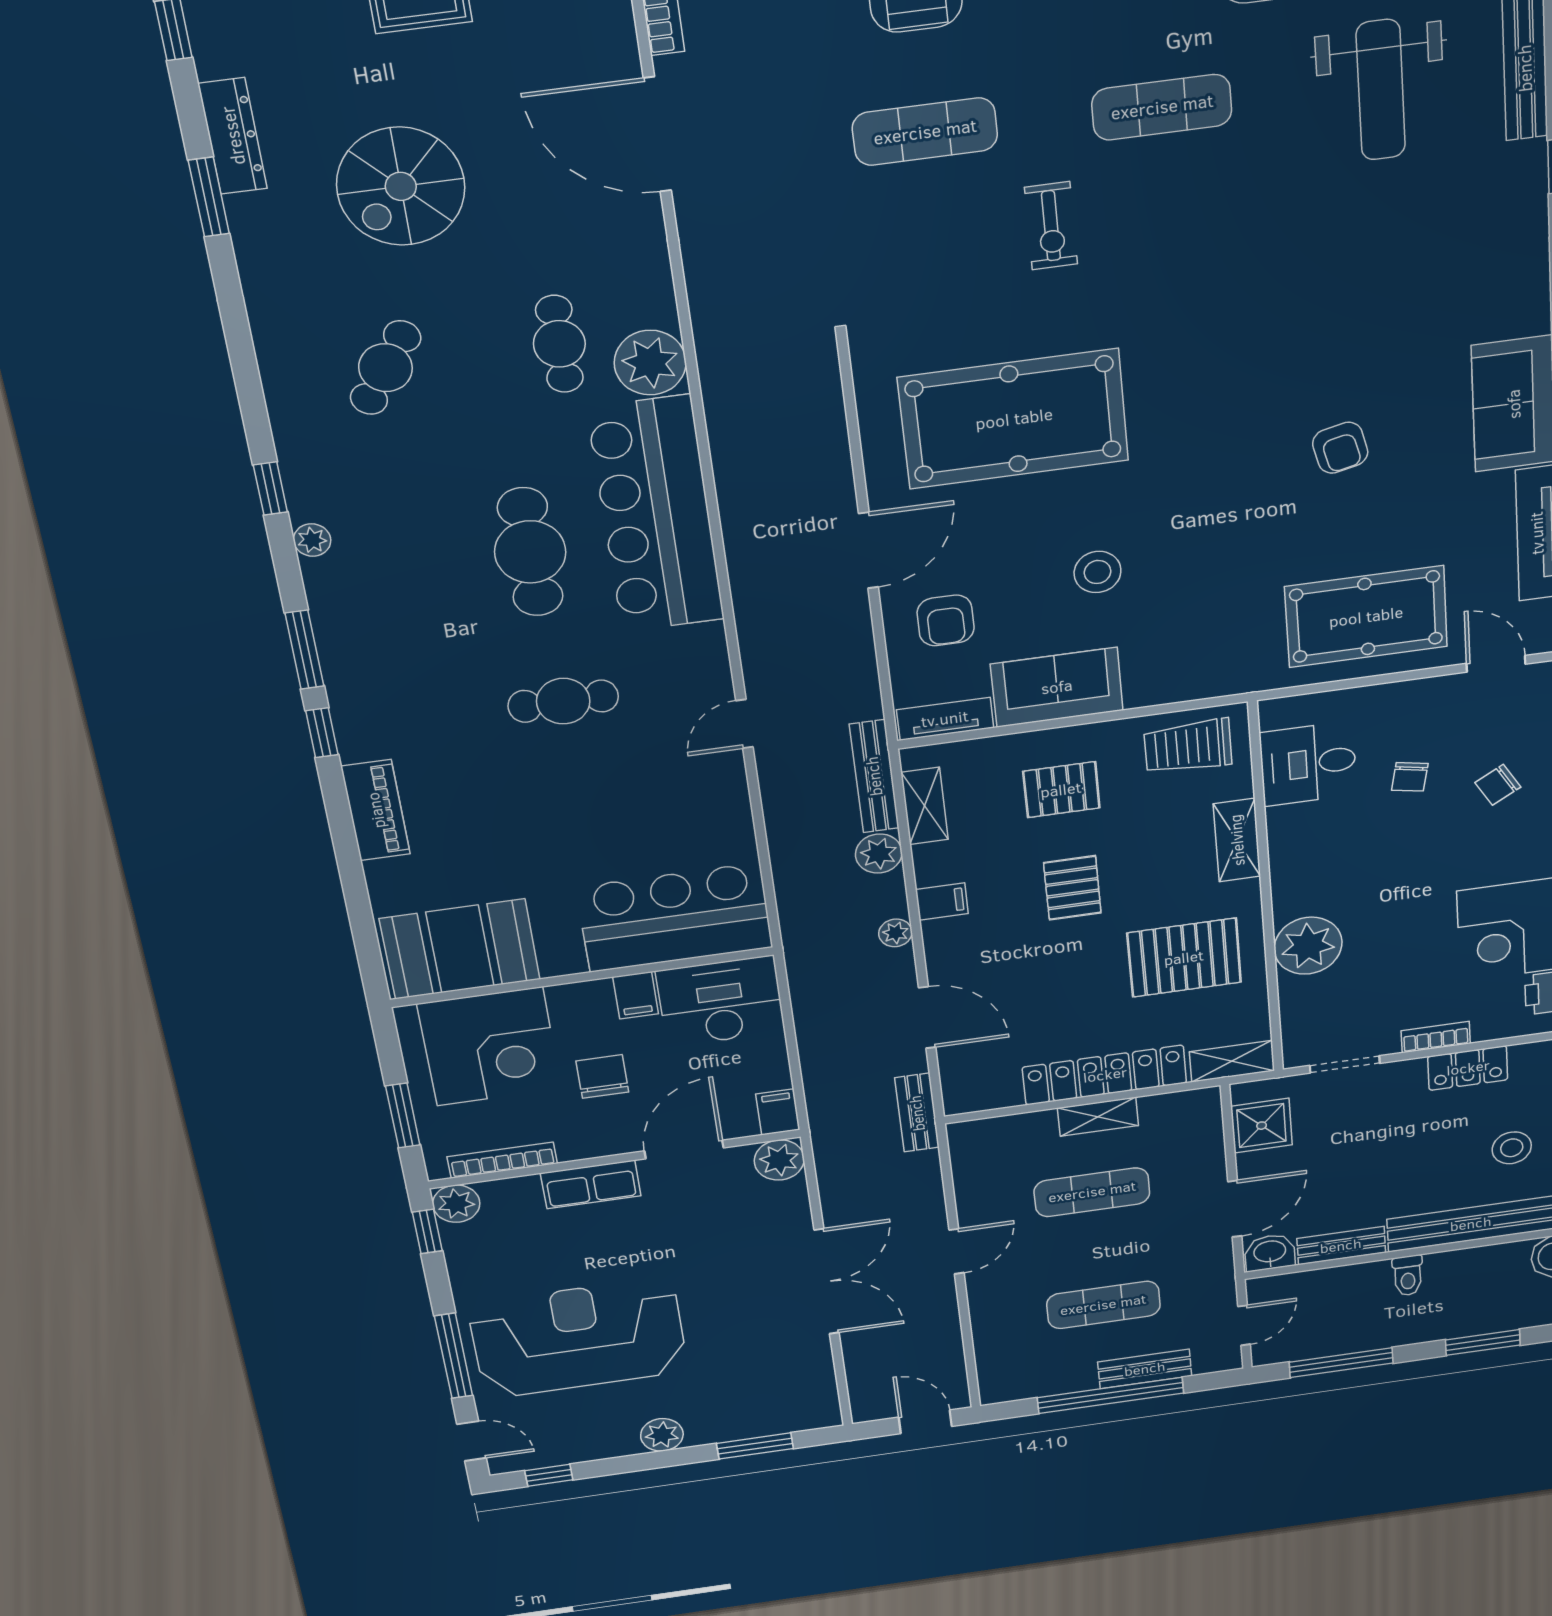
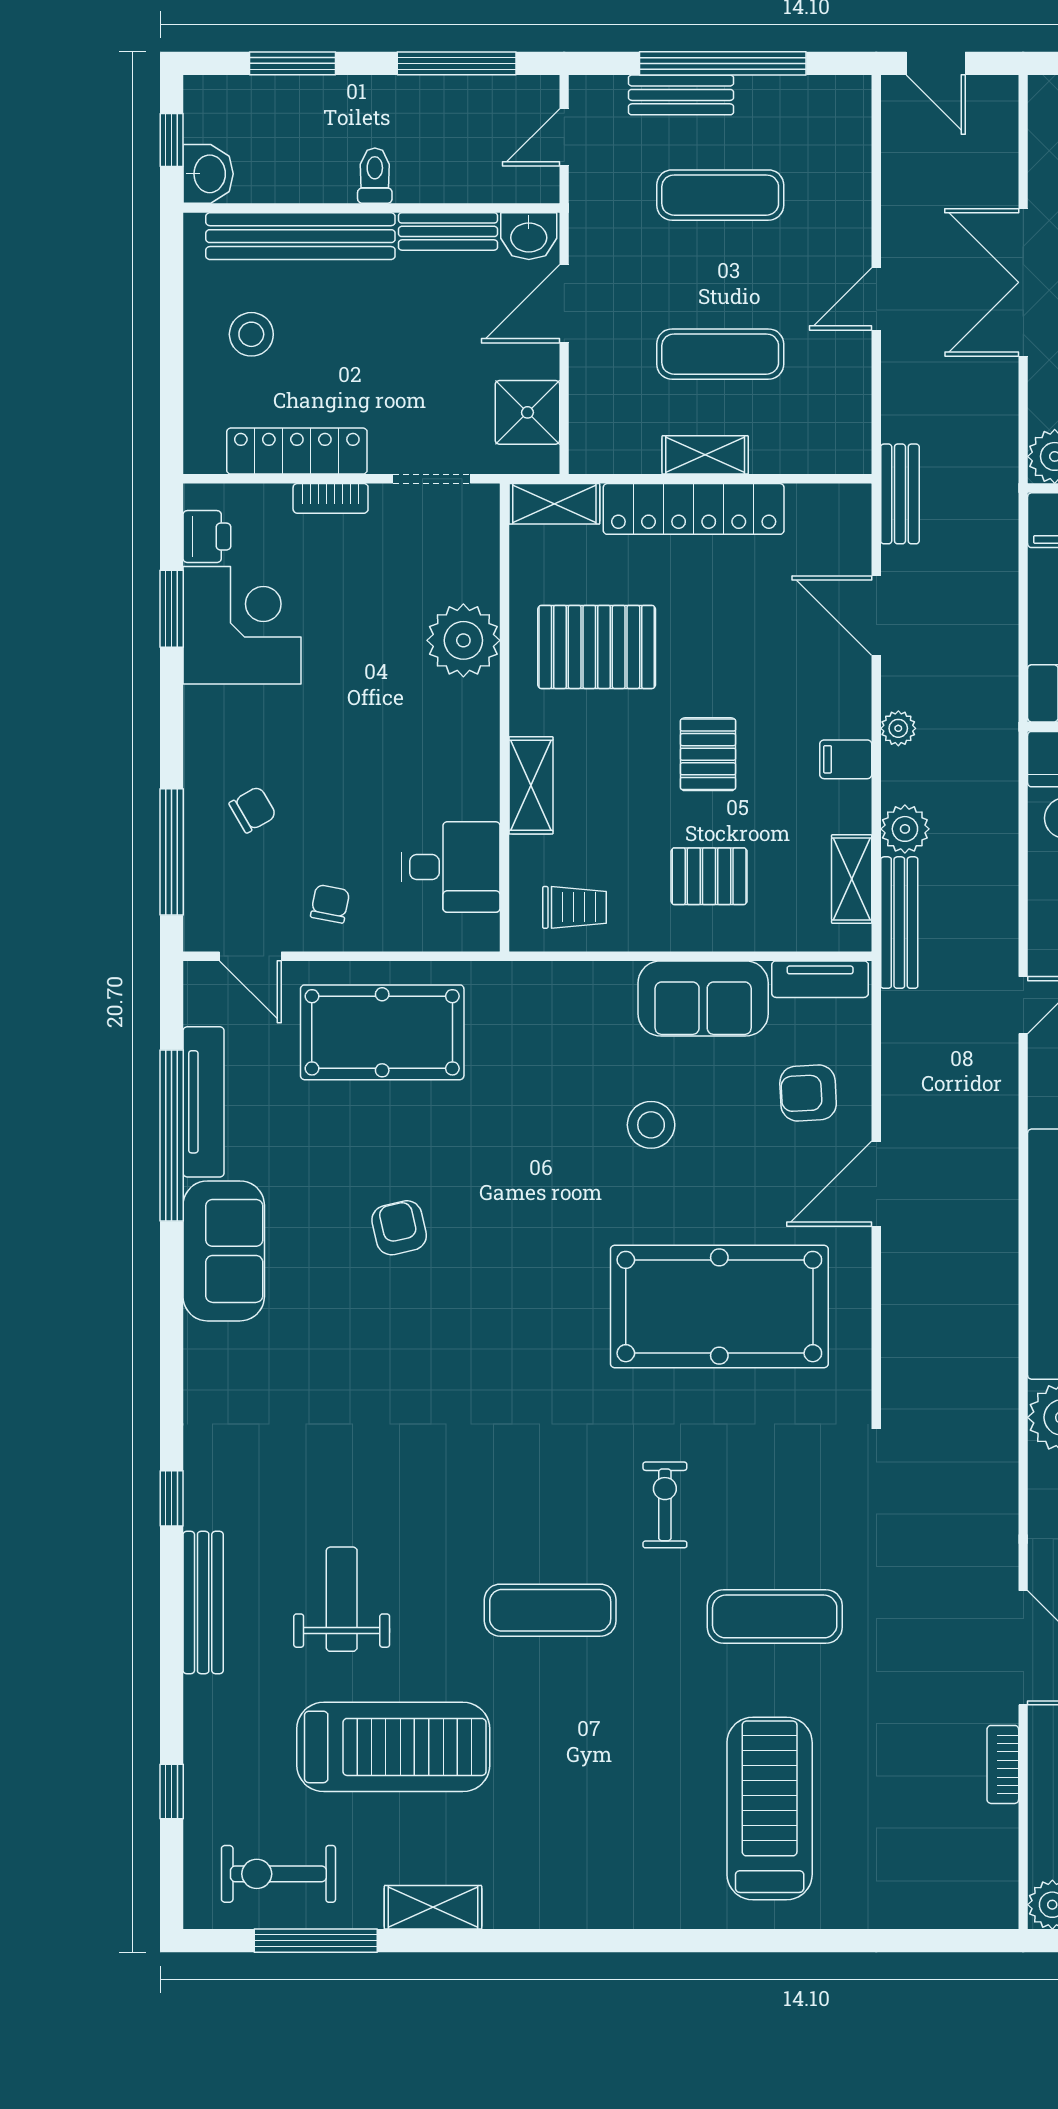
weight bench: (1381, 90) -> (342, 1599), width x0.73, depth x0.75
armchair: (946, 620) -> (808, 1093), turned -93
trolley: (1188, 746) -> (574, 907), width x0.73, depth x0.72
chair: (1410, 777) -> (330, 904), moved
locker: (1468, 1068) -> (297, 451), width x1.53

